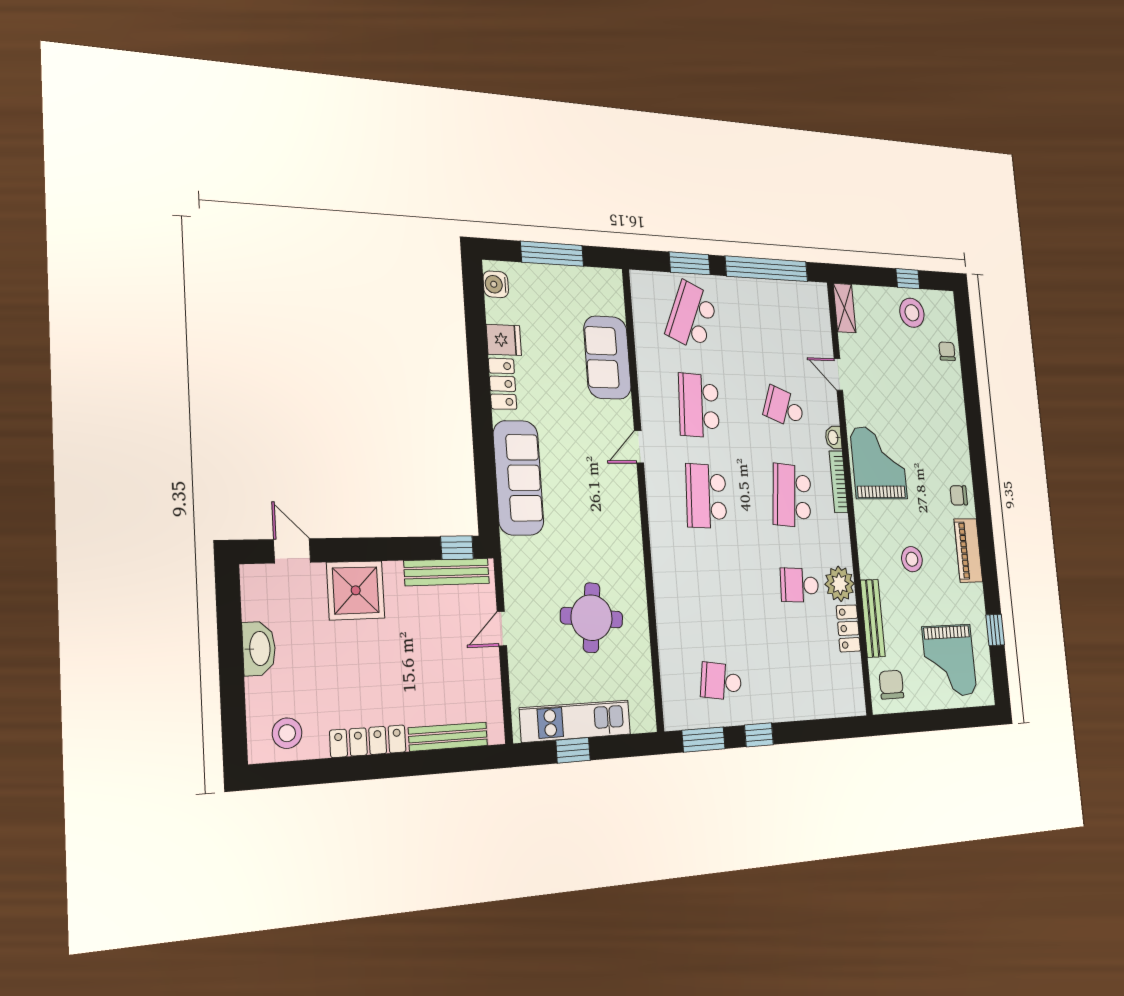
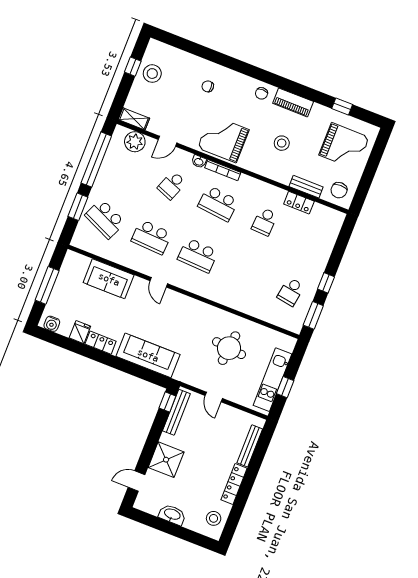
chair: (947, 351) -> (208, 86), moved
plant: (840, 584) -> (135, 142), moved
bench: (873, 618) -> (306, 187), width x0.73
chair: (891, 685) -> (339, 190), turned -90

